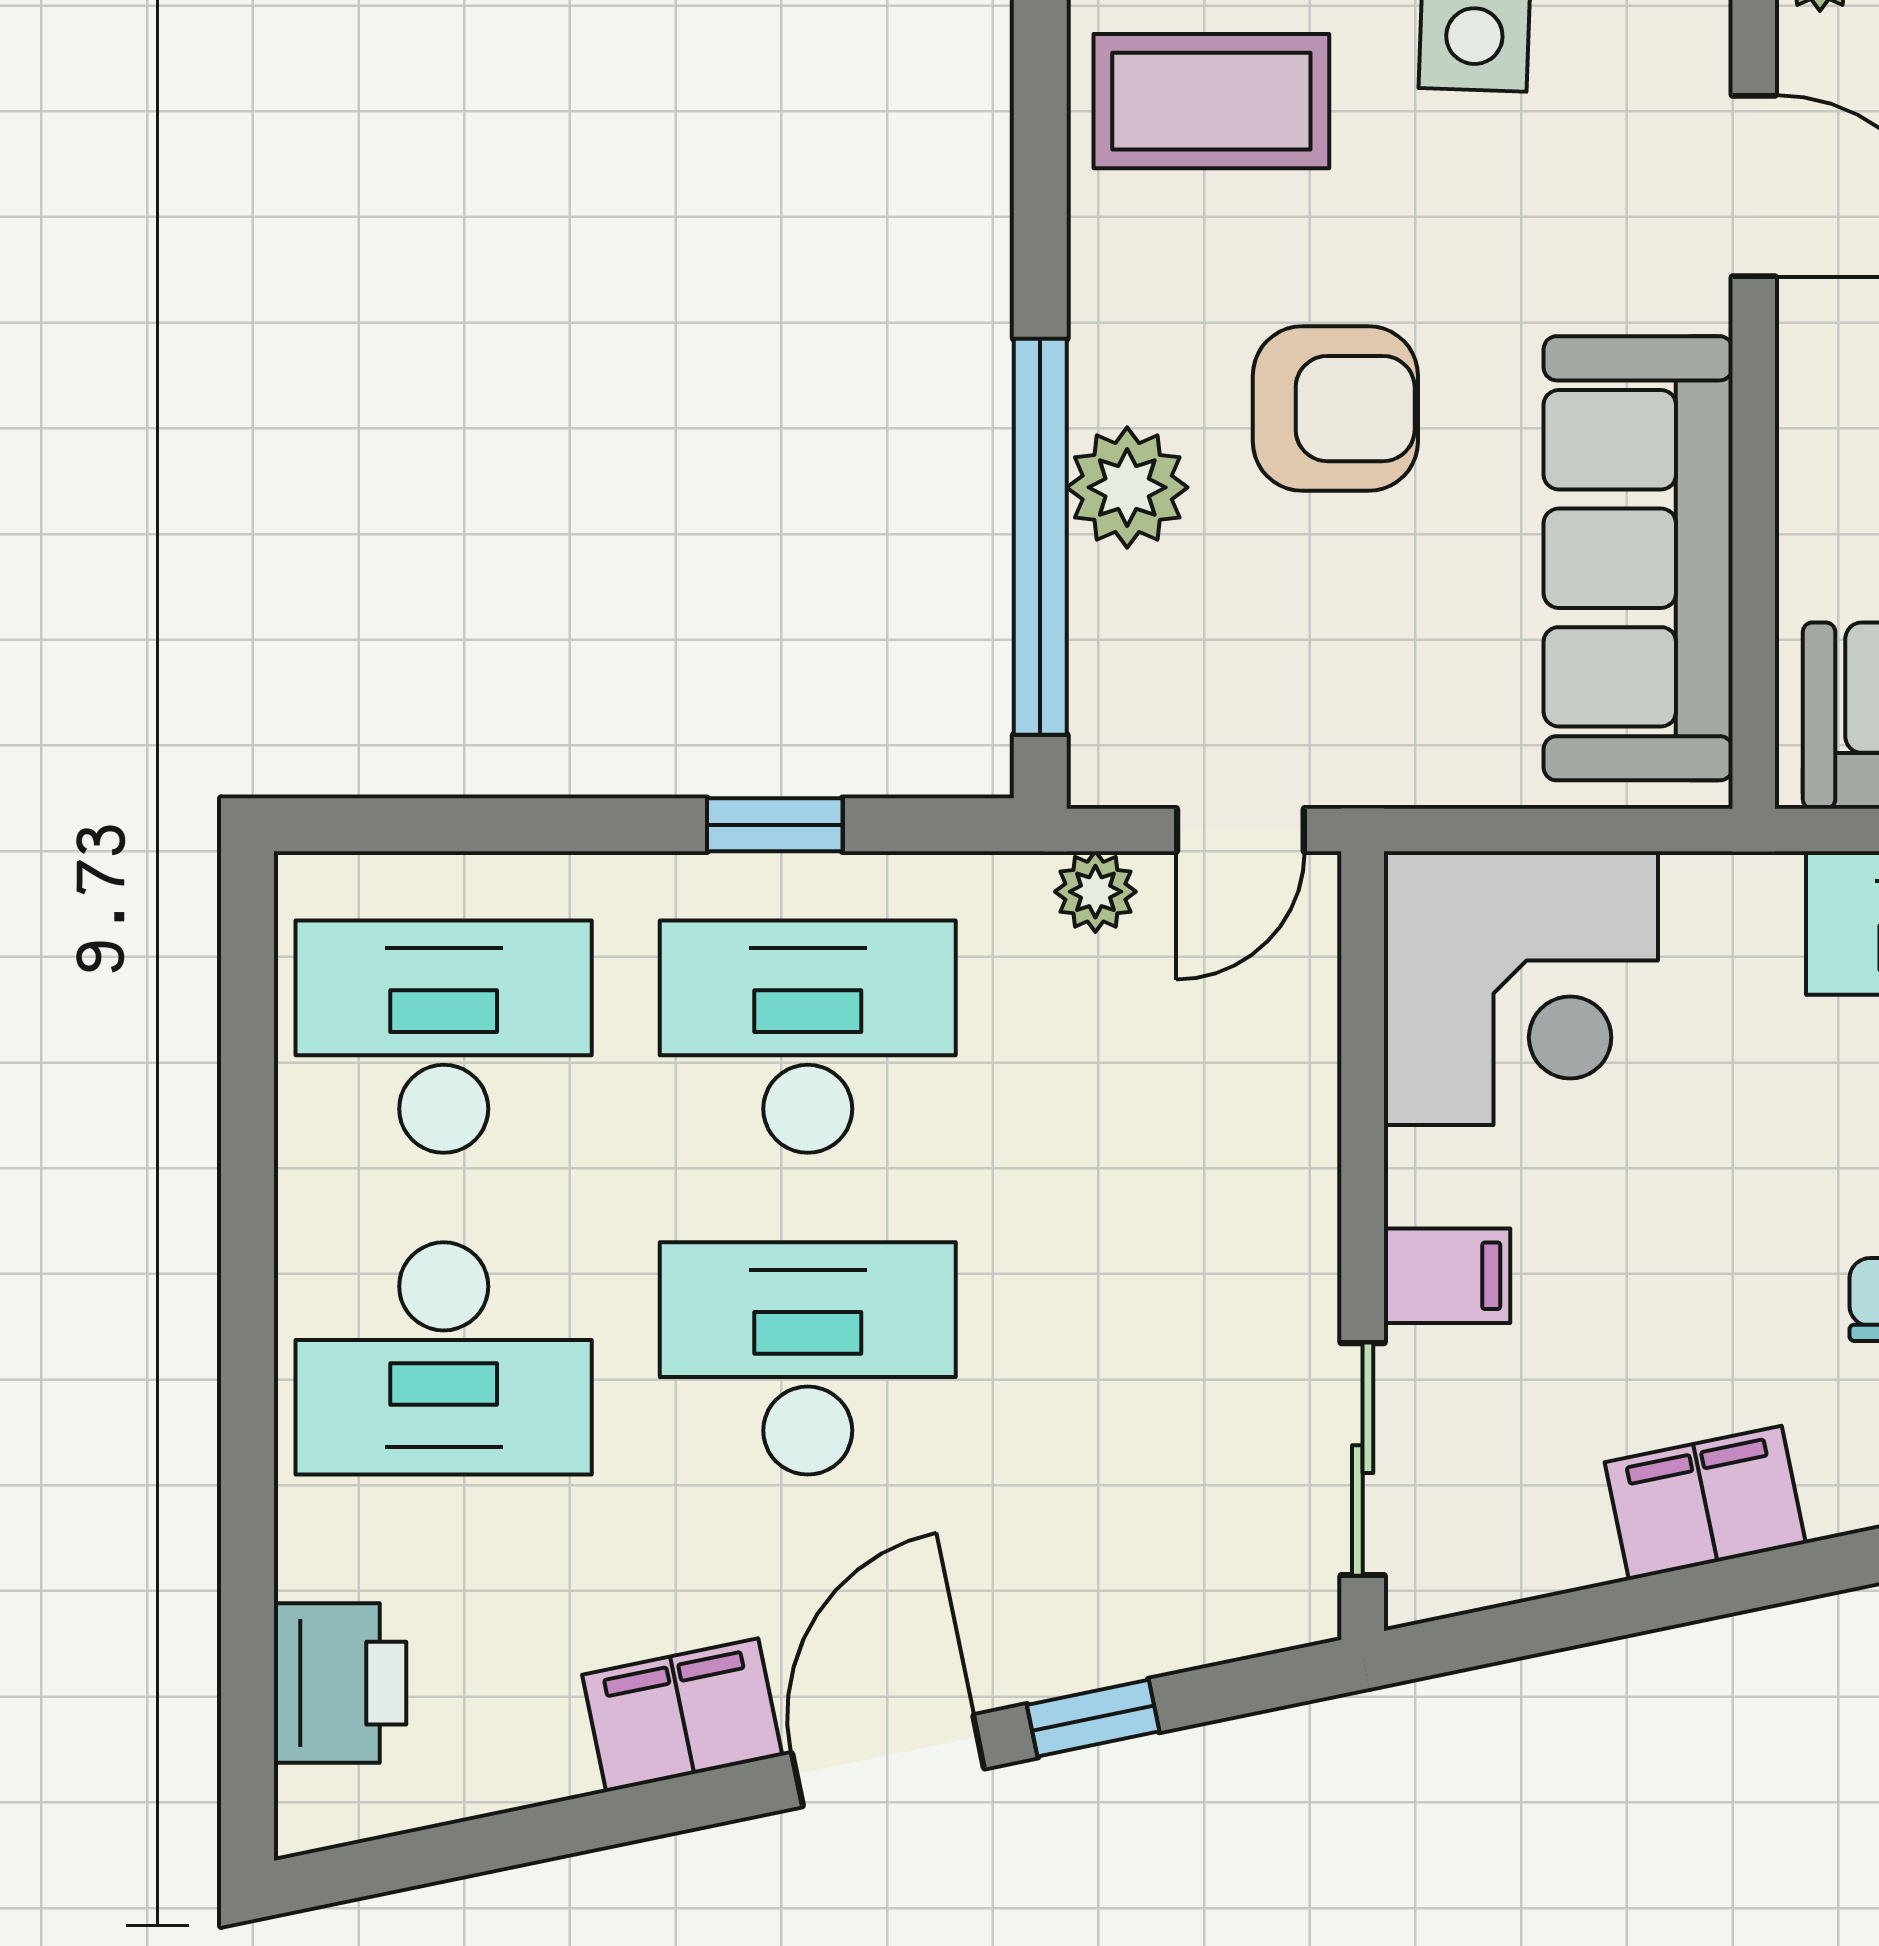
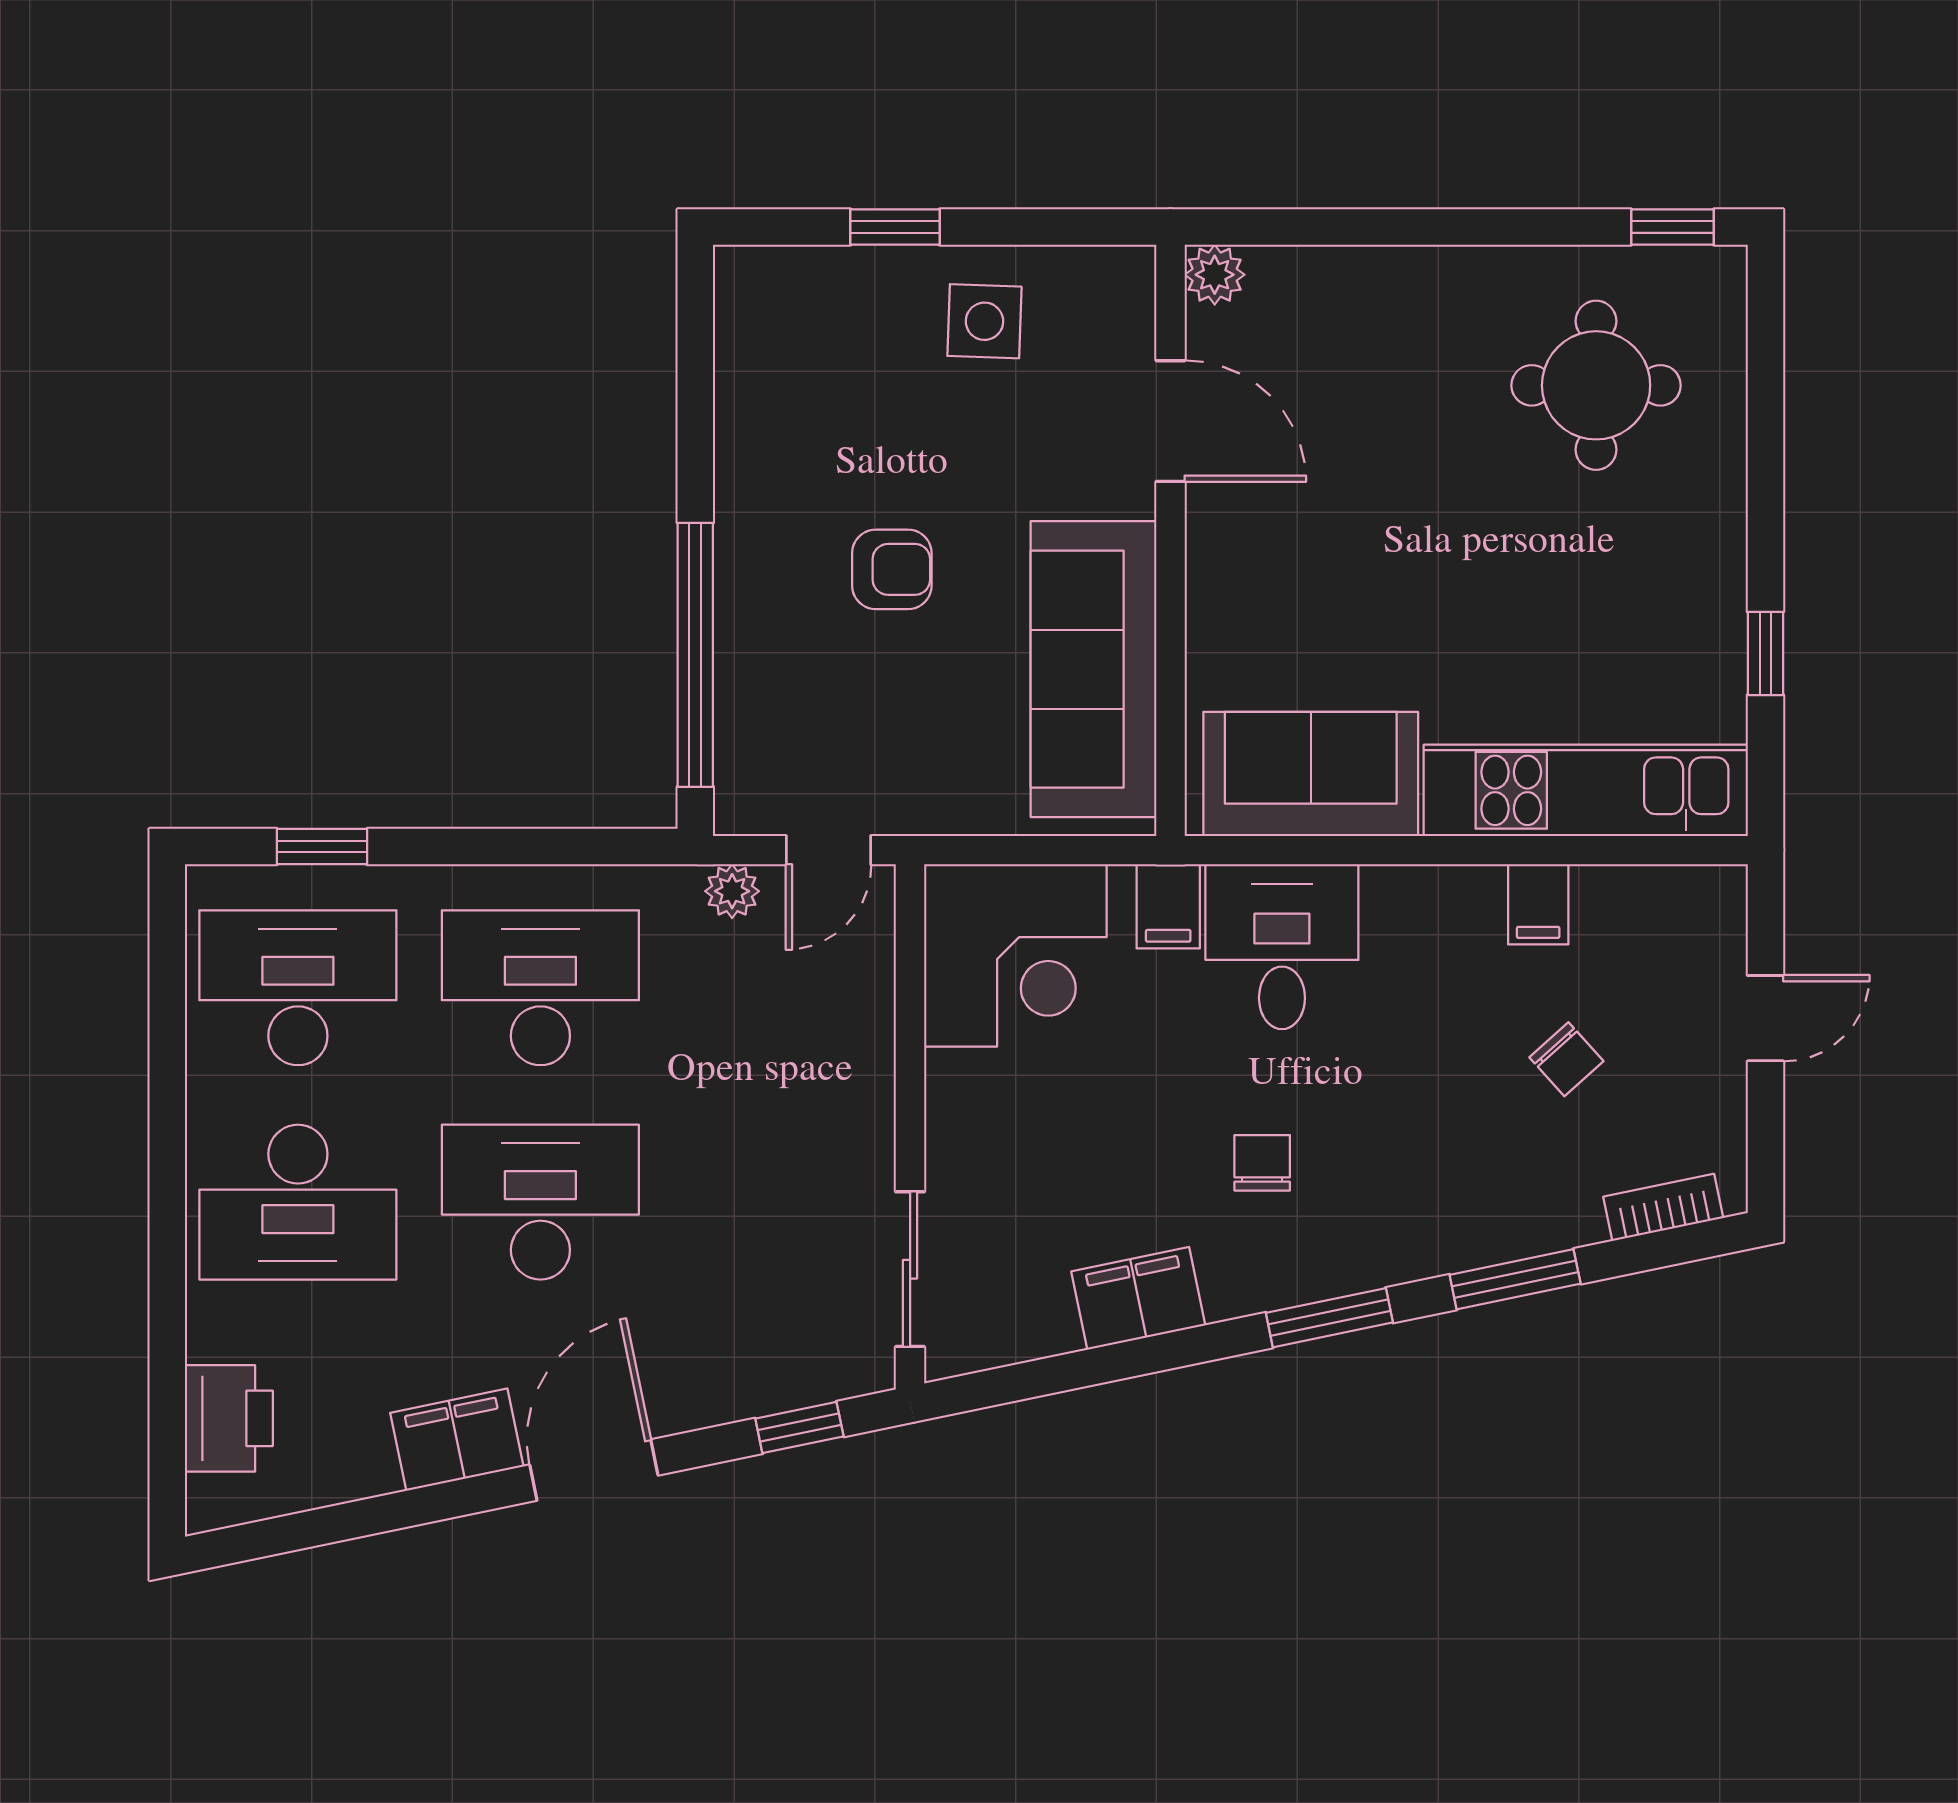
coffee table: (1211, 101) -> (809, 365), removed
armchair: (1335, 409) -> (892, 569), width x0.72, depth x0.72
plant: (1127, 487) -> (753, 622), removed
window: (775, 825) -> (322, 847), moved
filing cabinet: (1447, 1276) -> (1168, 906), moved, turned 90
window: (1093, 1718) -> (799, 1427), moved

